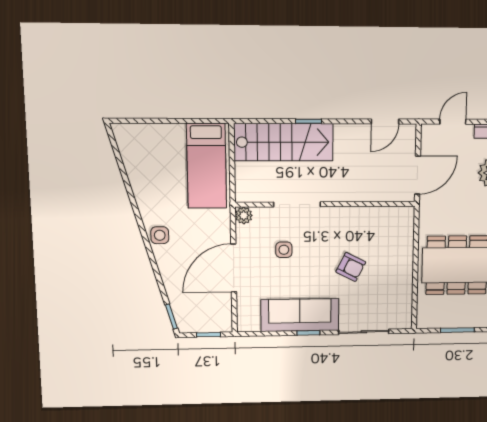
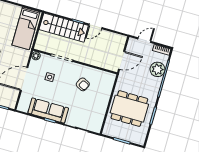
door: (385, 121) -> (95, 26), moved
armchair: (351, 267) -> (83, 84), moved

